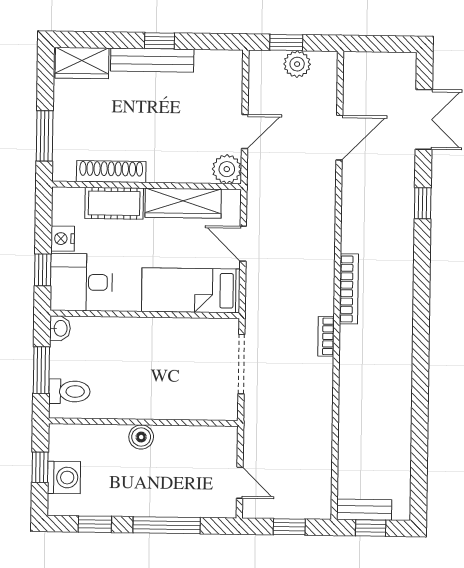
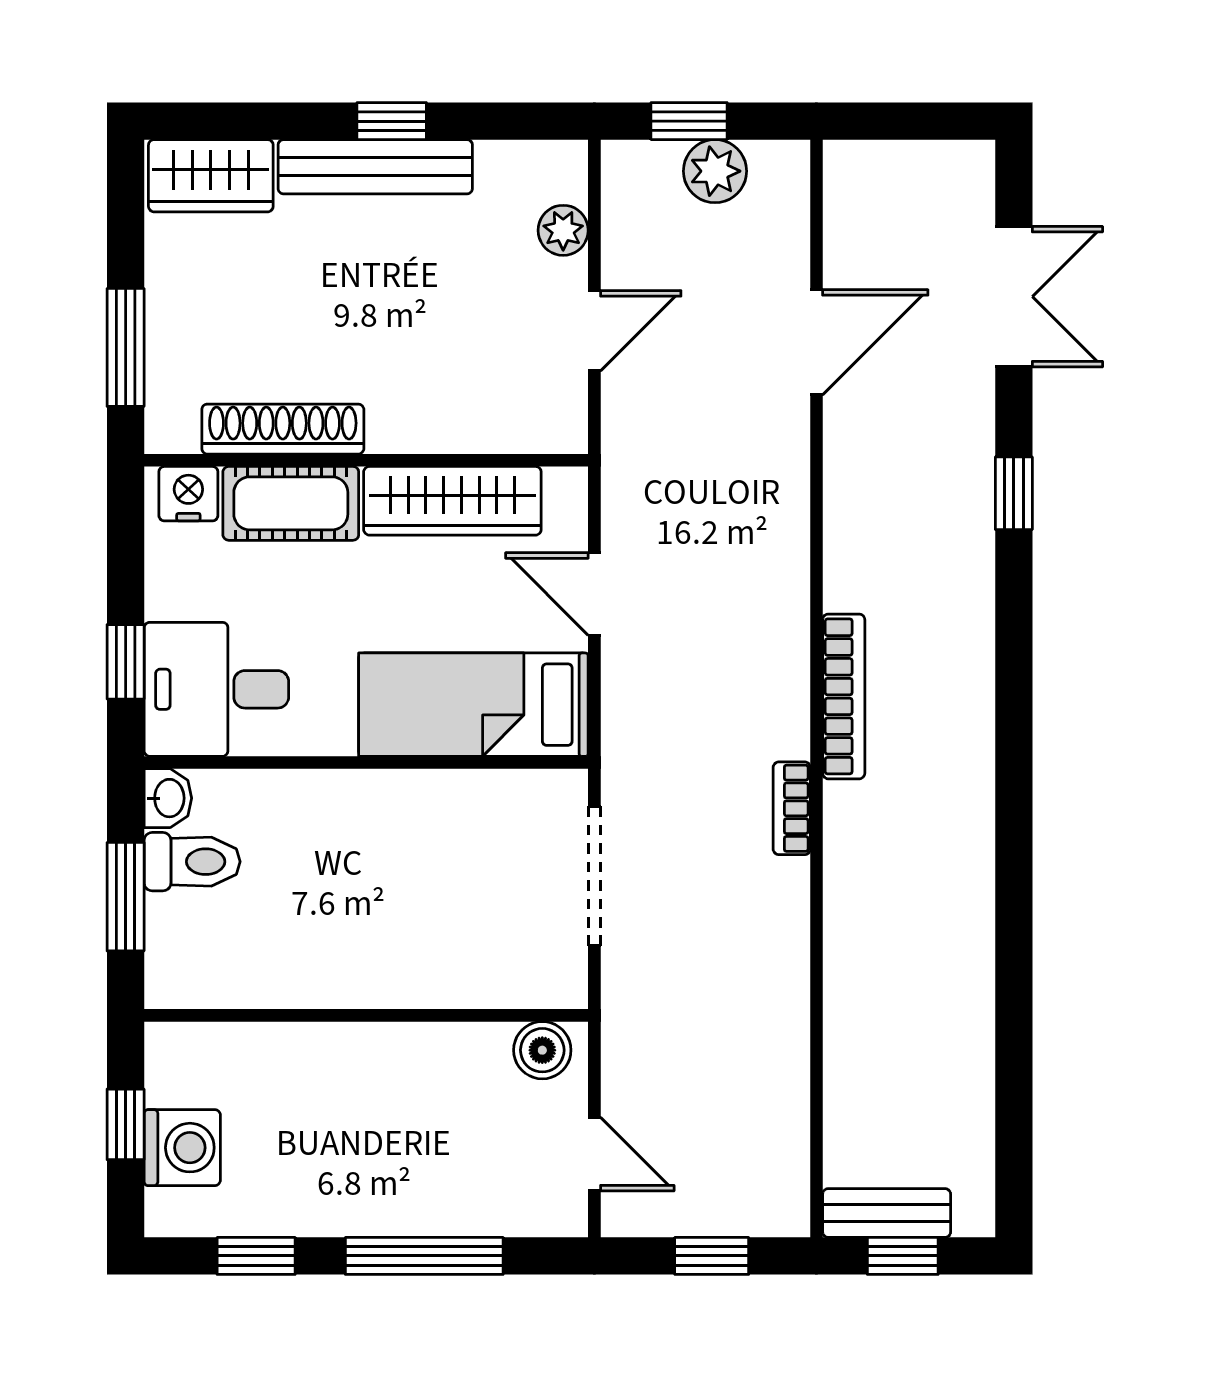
plant: (227, 169) -> (563, 230), moved, width x0.73, depth x0.73
nightstand: (63, 239) -> (188, 494), moved, turned 90
toilet: (69, 391) -> (192, 862), moved
boiler: (141, 437) -> (542, 1050), moved

